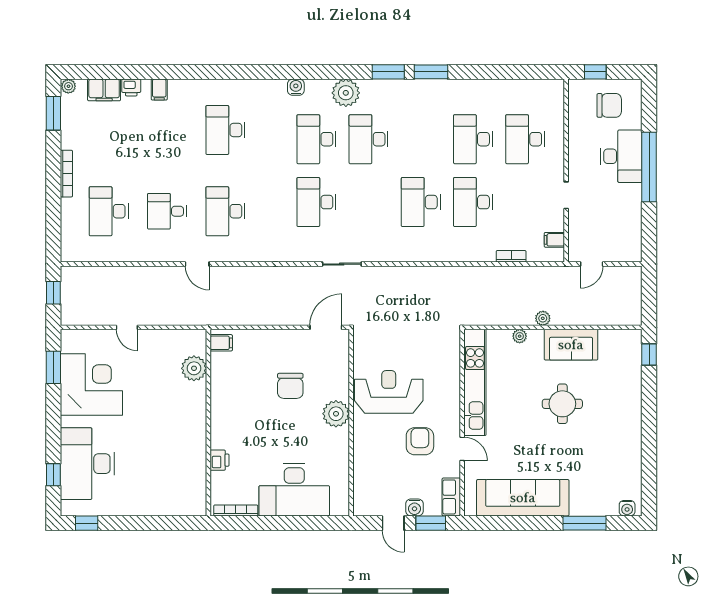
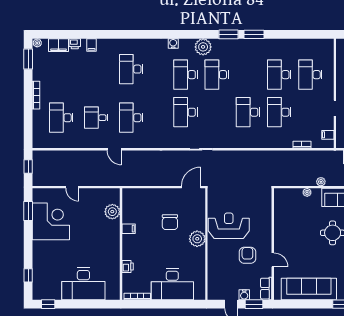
filing cabinet: (221, 343) -> (129, 229), moved
kitchen unit: (475, 382) -> (280, 220), removed
desk: (87, 464) -> (83, 284), moved, turned -90

